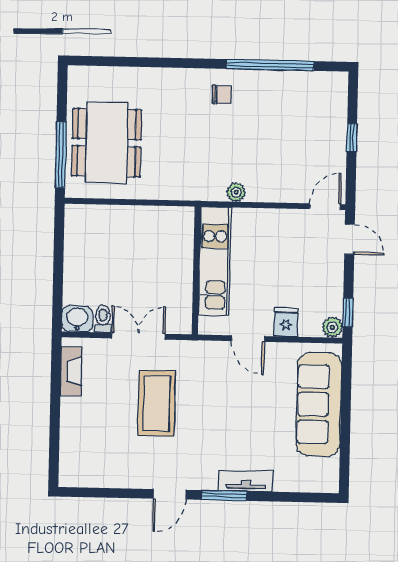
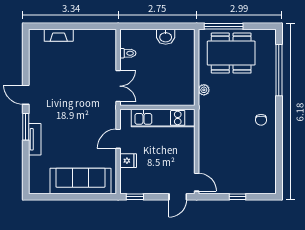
window: (270, 65) -> (279, 70), moved
plant: (236, 192) -> (204, 90), moved
washbasin: (77, 319) -> (166, 37), moved, turned 90
plant: (332, 327) -> (126, 188), removed
double door: (138, 336) -> (118, 86), moved
fireplace: (71, 371) -> (59, 35), moved
coffee table: (157, 403) -> (79, 86), removed

